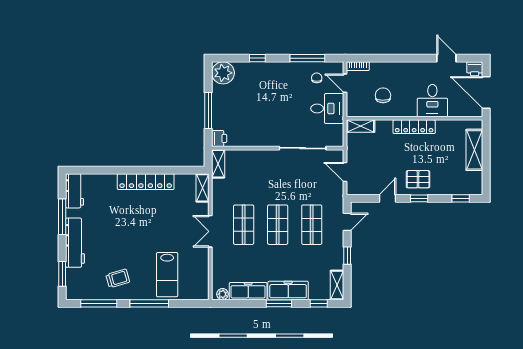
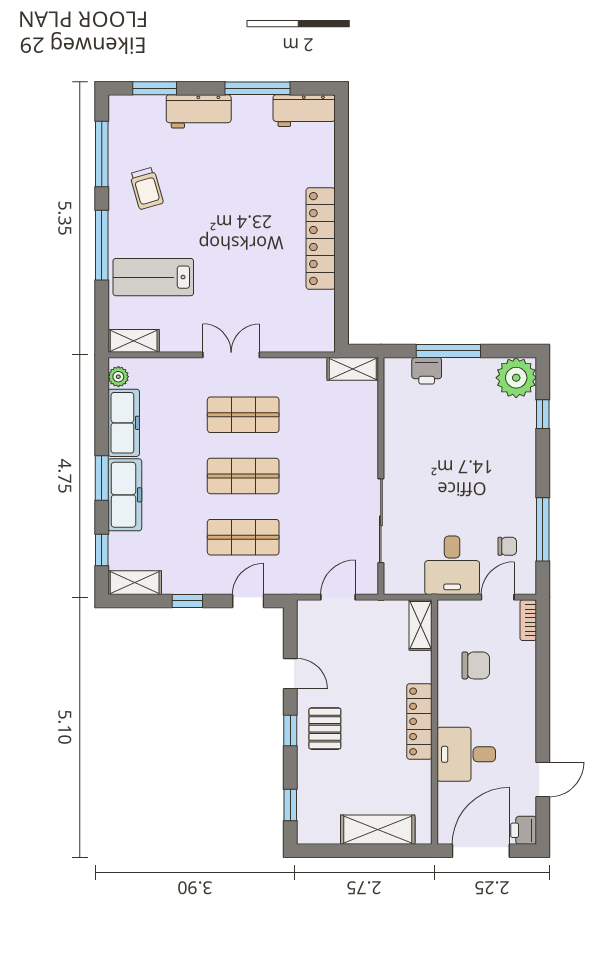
window: (257, 58) -> (543, 414), moved
printer: (219, 138) -> (427, 371), moved
shelving: (202, 188) -> (134, 341), moved
door: (347, 222) -> (248, 601), swing flipped
workbench: (75, 243) -> (199, 111), width x0.73

